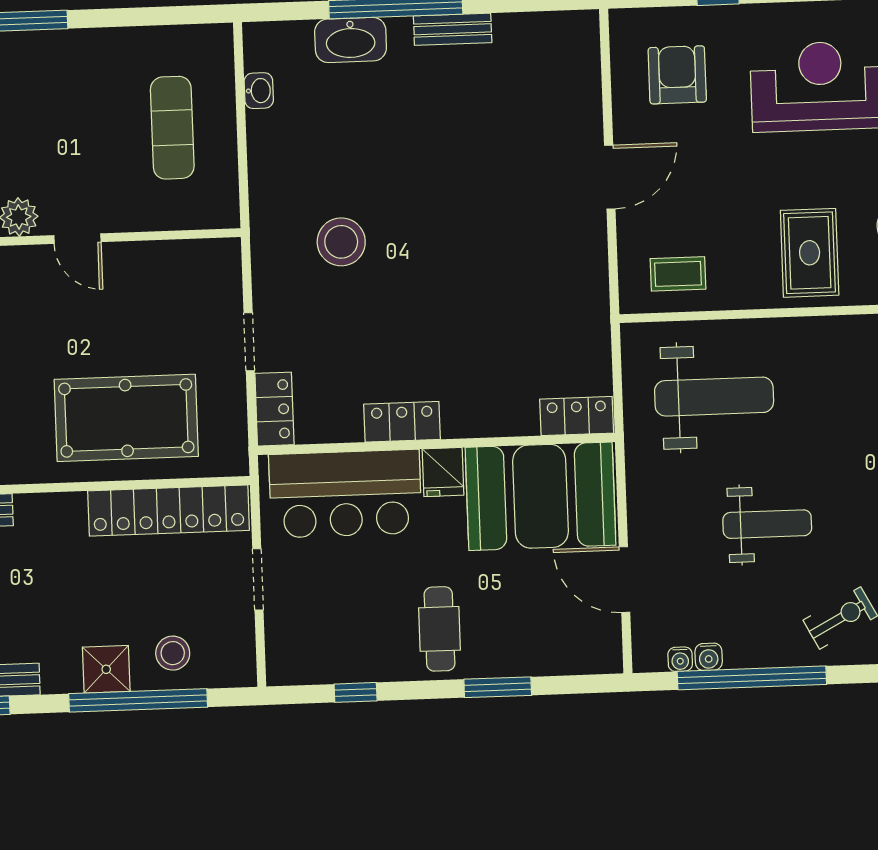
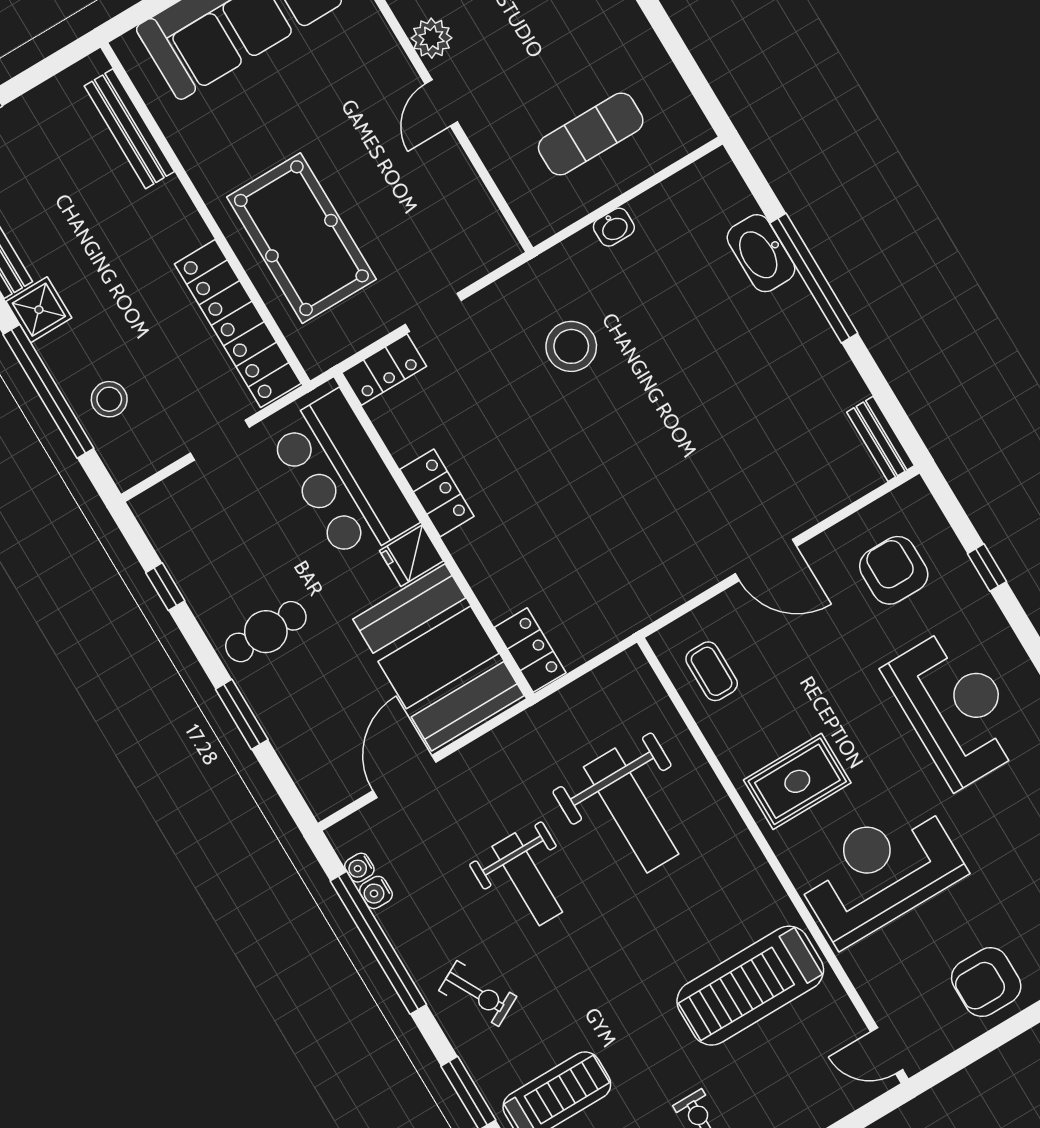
bench: (453, 29) -> (881, 439), moved
armchair: (677, 75) -> (894, 570), turned -90
washbasin: (259, 91) -> (614, 227), moved
weight bench: (714, 397) -> (631, 811), moved
shower: (106, 669) -> (39, 310), moved

